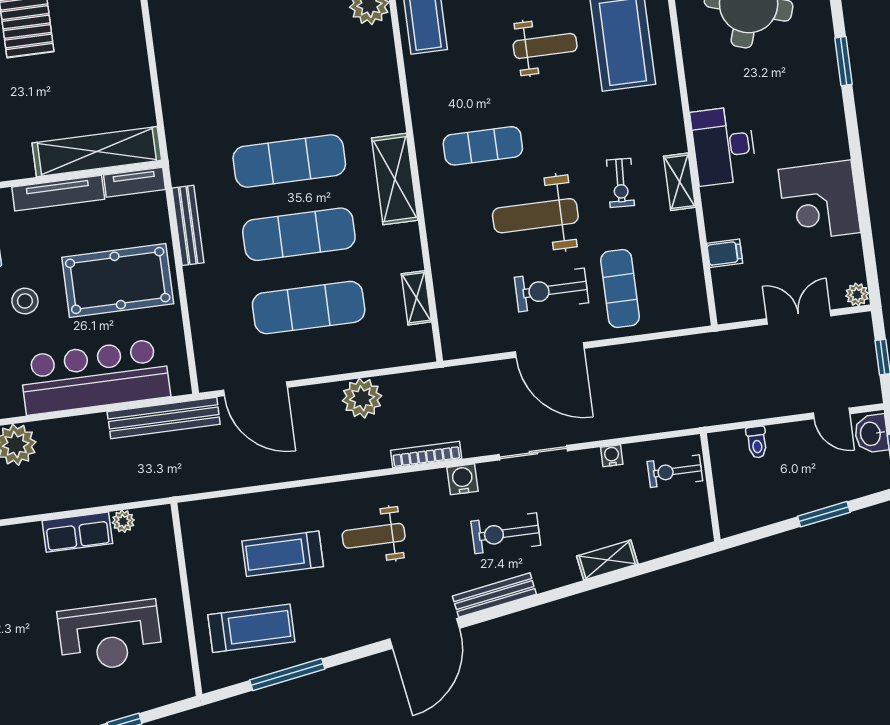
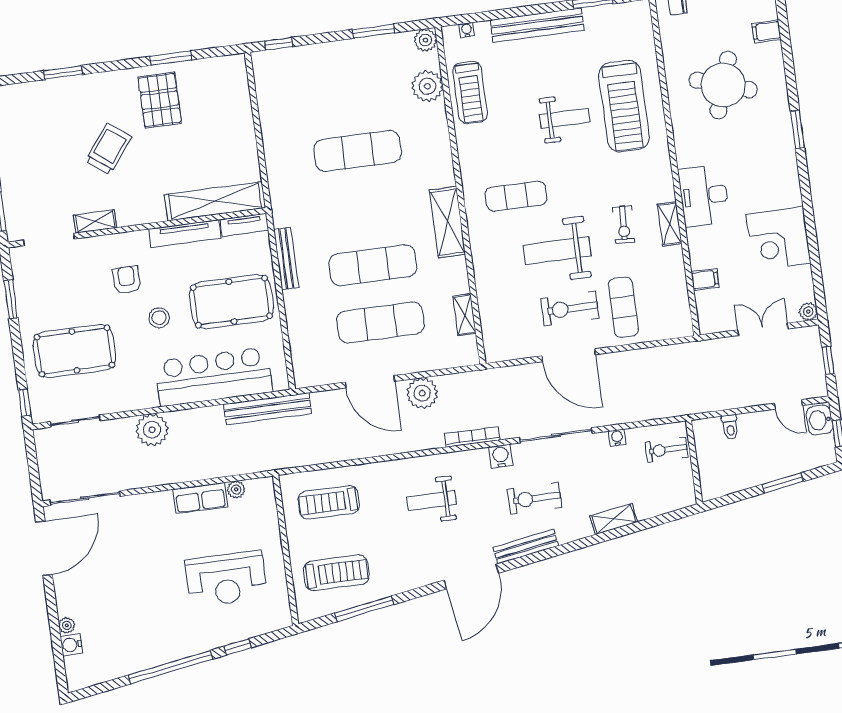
exercise mat: (289, 161) -> (358, 151), moved
door: (255, 389) -> (370, 382), moved
sliding door: (533, 453) -> (556, 435), width x1.37
treadmill: (283, 554) -> (329, 502), moved

